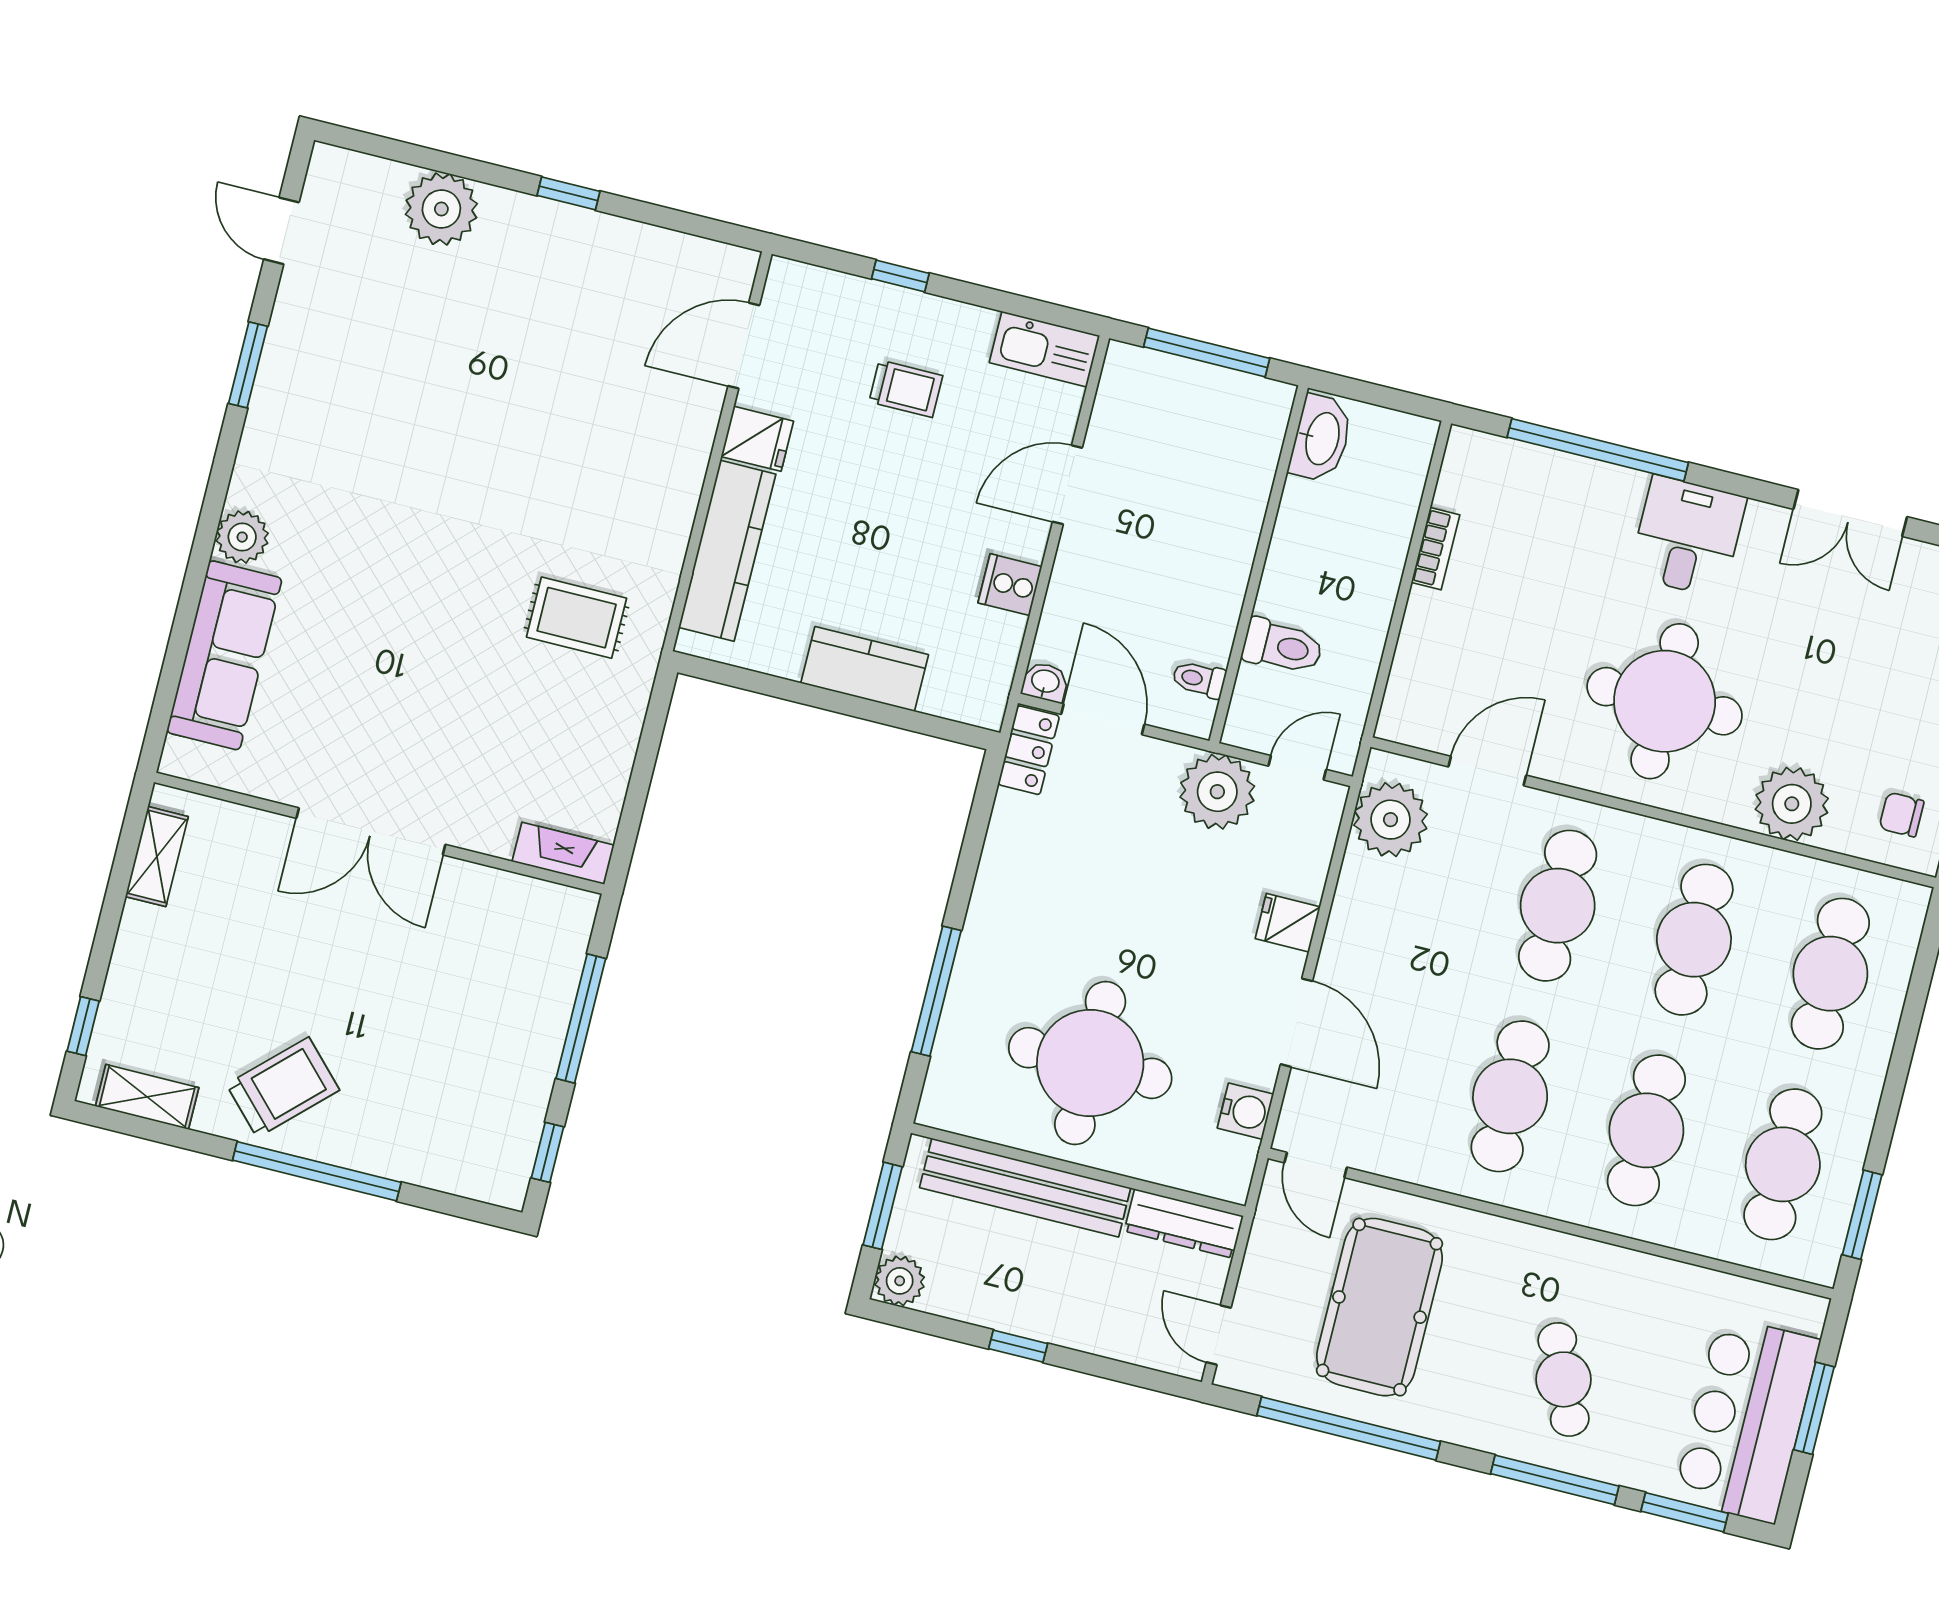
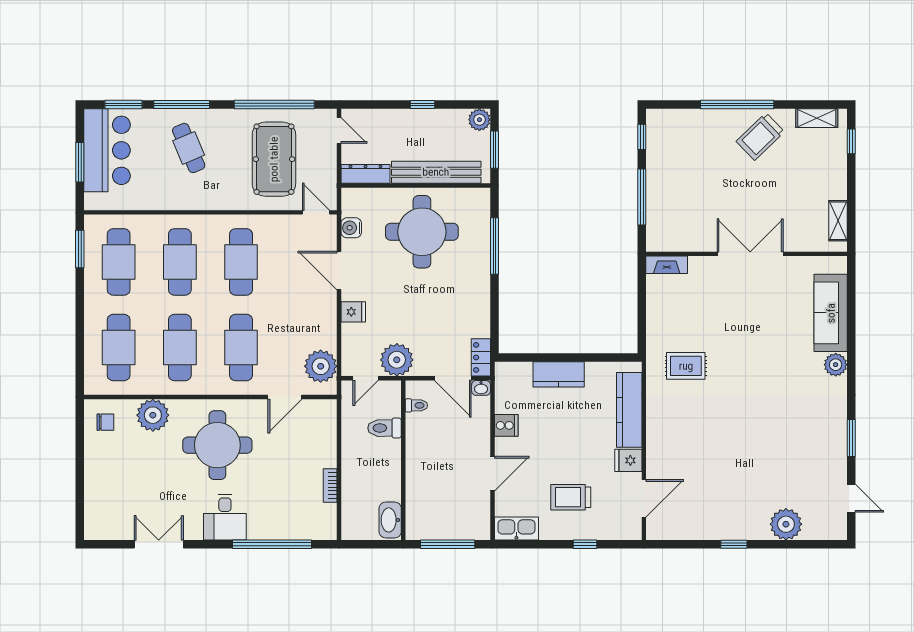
trolley: (906, 389) -> (571, 497), width x1.36, depth x1.39

